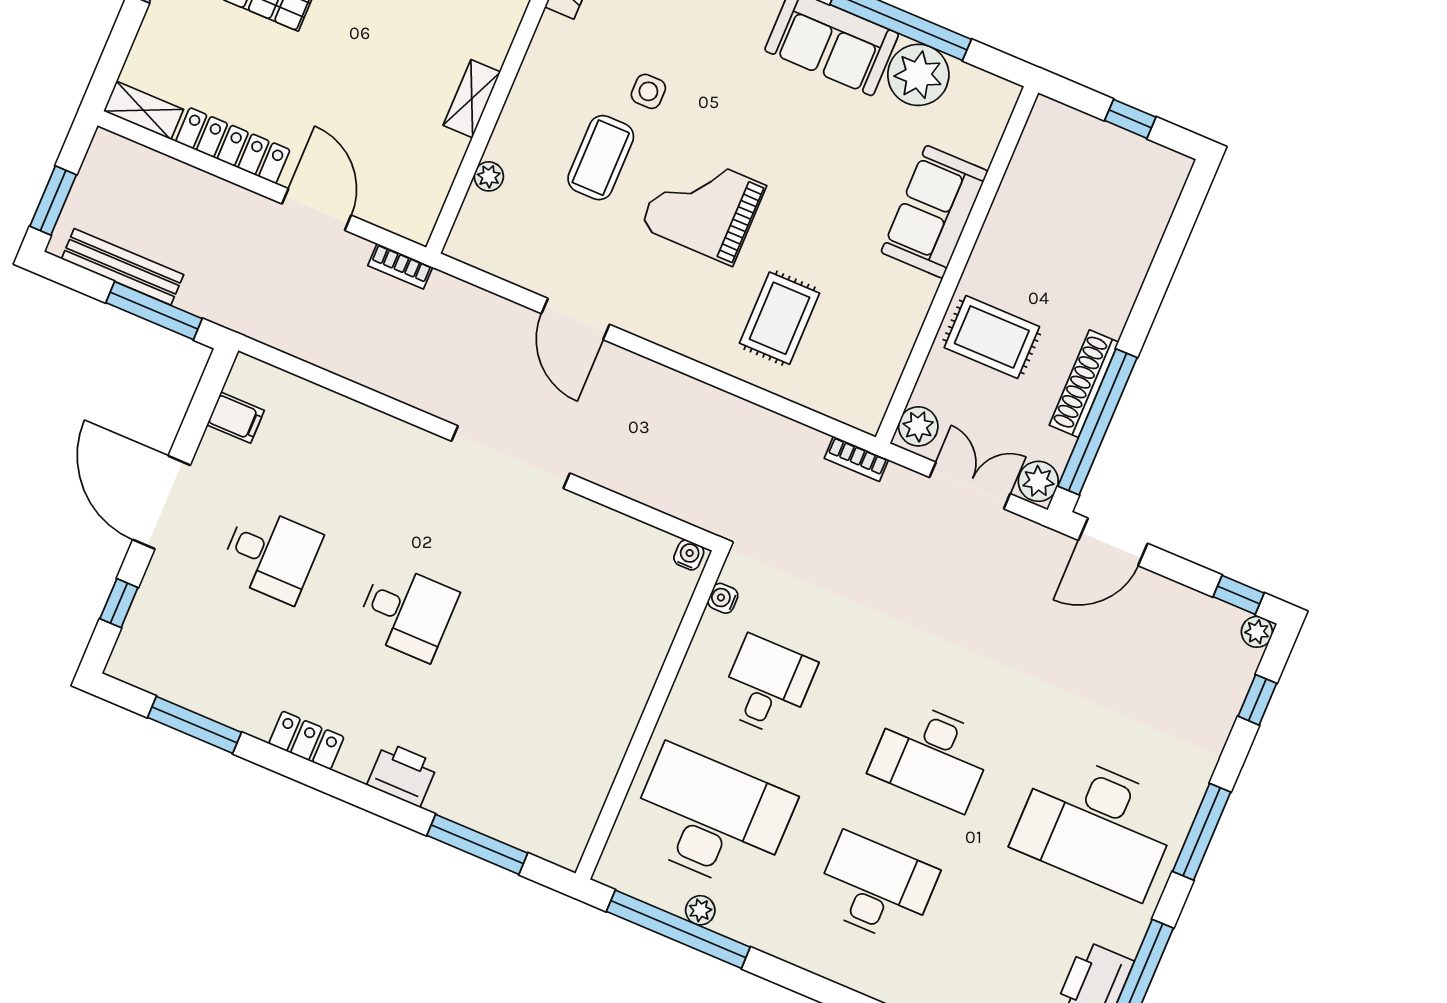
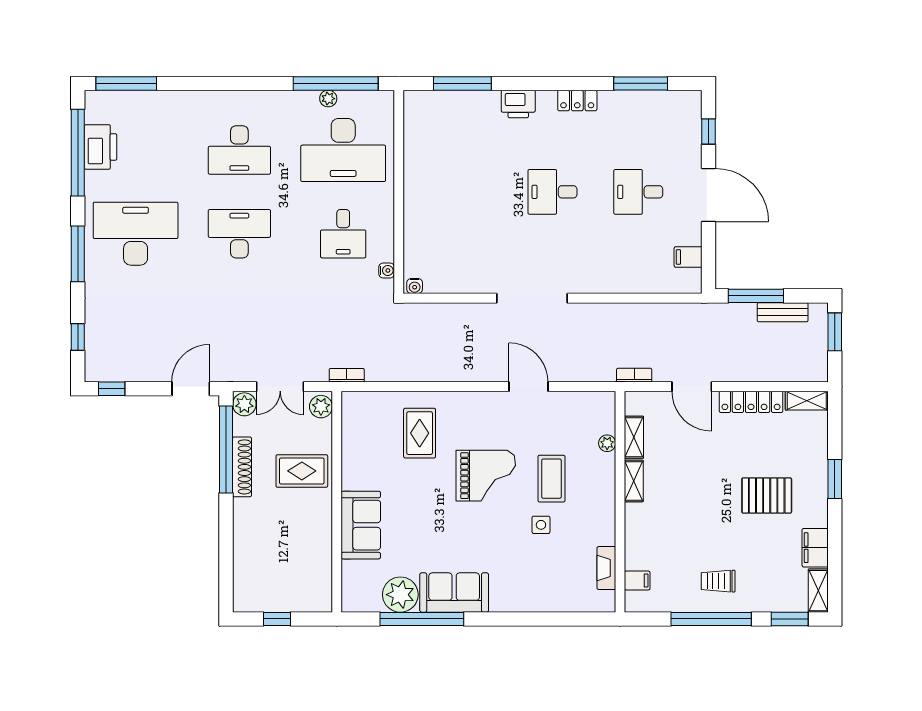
shelving: (442, 168) -> (634, 437), added
bench: (123, 267) -> (783, 312), width x0.73
plant: (1257, 632) -> (93, 373), removed

